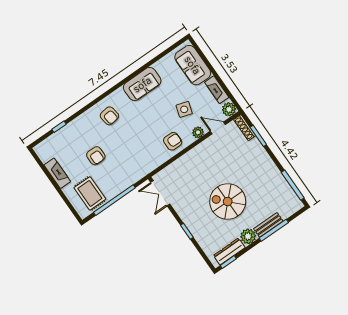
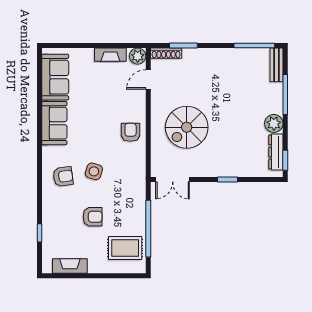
sofa: (193, 65) -> (55, 77), moved, turned -90
side table: (184, 109) -> (94, 171), moved
plant: (198, 132) -> (139, 102), removed
fireplace: (57, 173) -> (70, 266), moved
spiral stairs: (228, 202) -> (187, 127), moved
bench: (268, 225) -> (276, 65), moved

